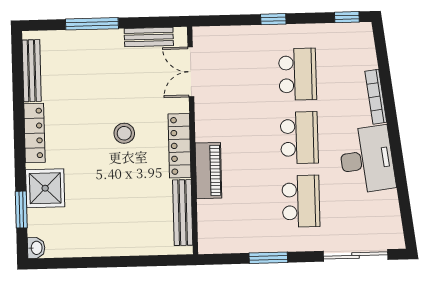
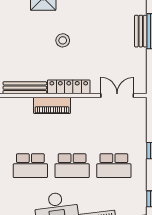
bench: (149, 37) -> (141, 31), moved
stool: (124, 133) -> (63, 40), moved

